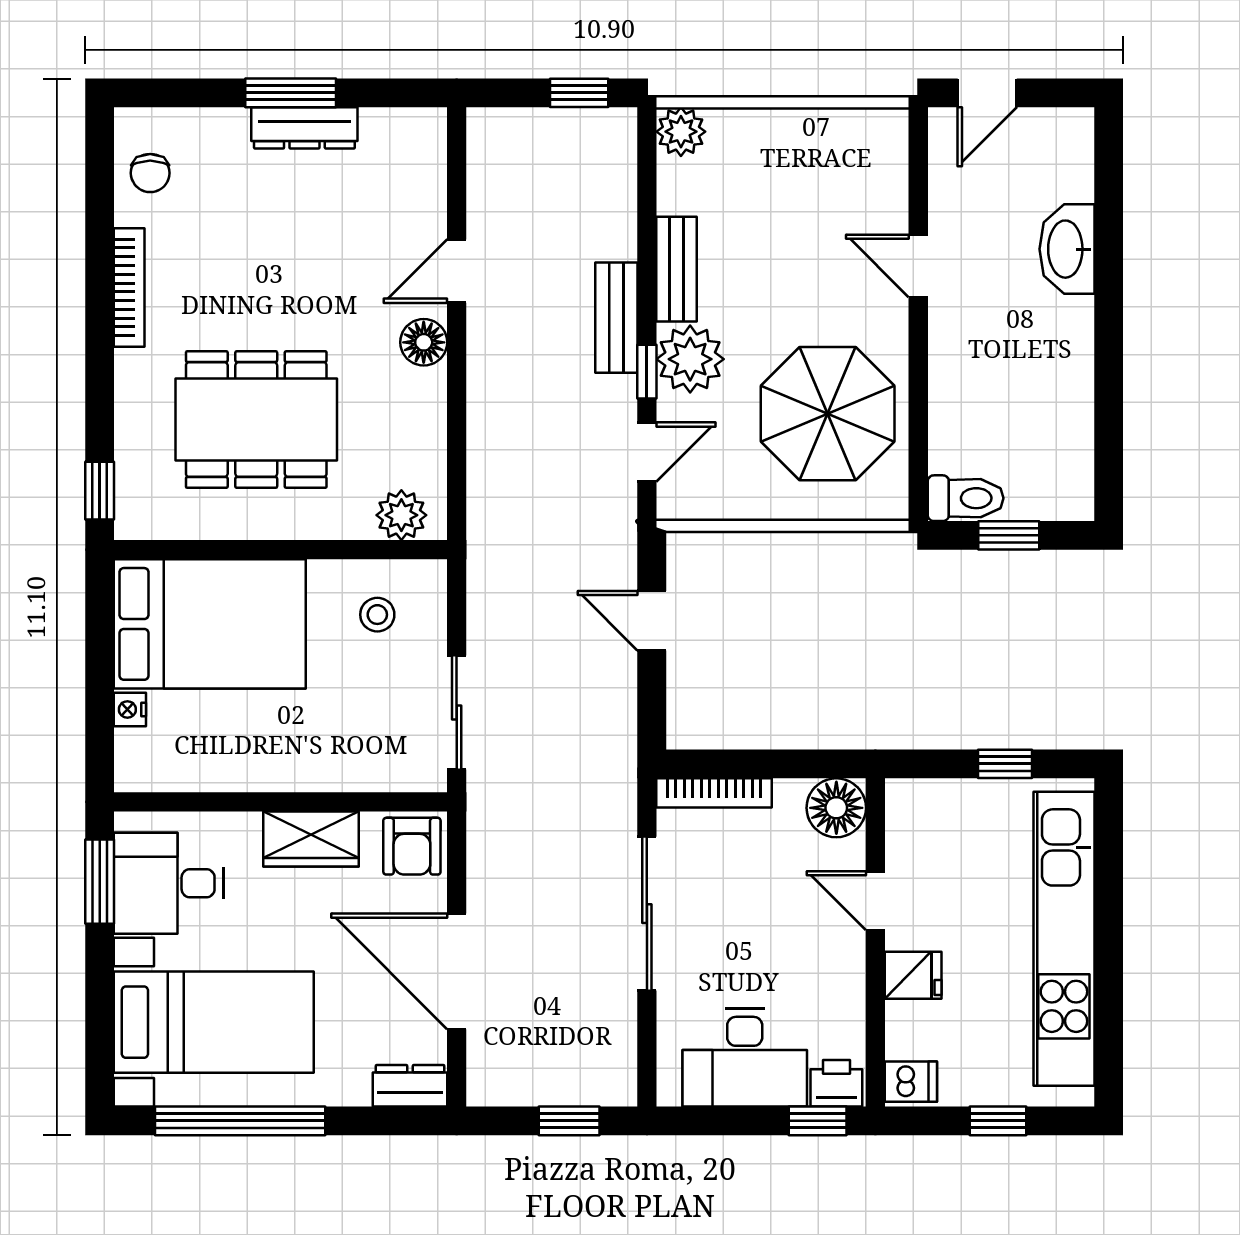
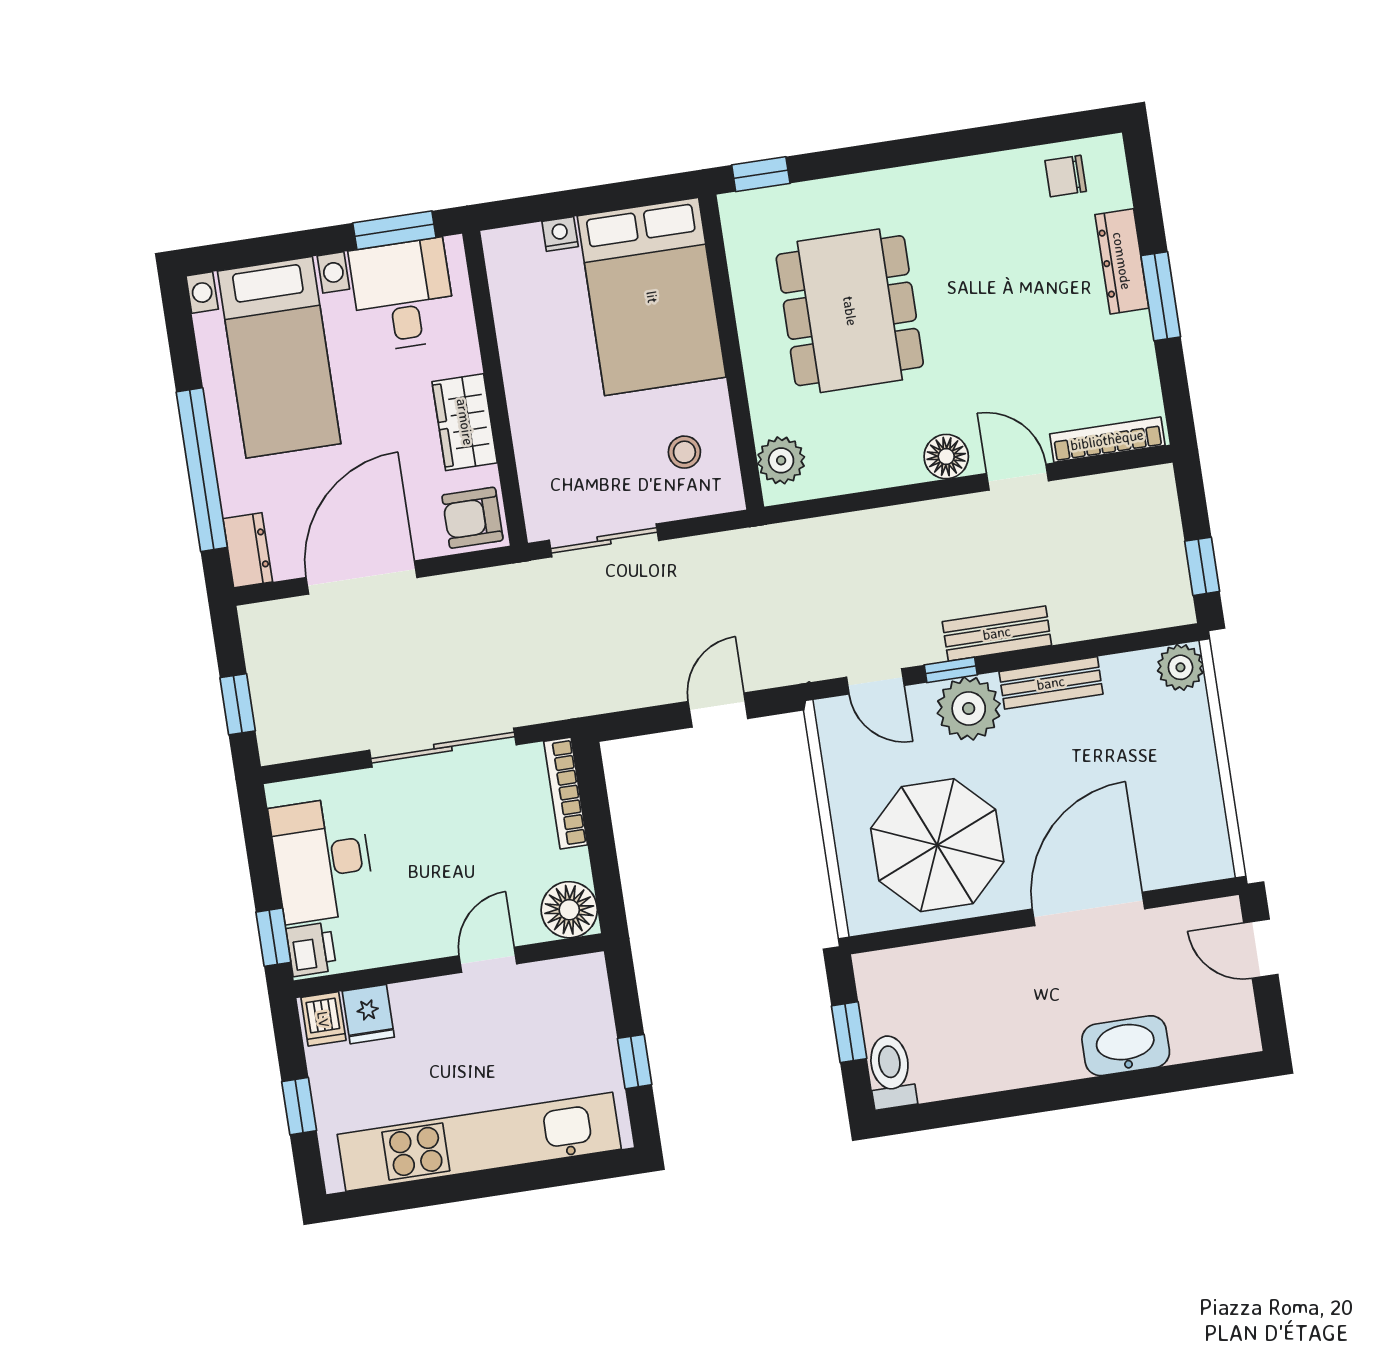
dresser: (304, 128) -> (1122, 261), moved
door: (918, 266) -> (1089, 909), width x1.87
bookcase: (129, 287) -> (1107, 440), moved, turned 180
toilet: (966, 498) -> (891, 1072), moved, turned 180
fridge: (913, 975) -> (368, 1014), moved
window: (240, 1121) -> (202, 470), moved

